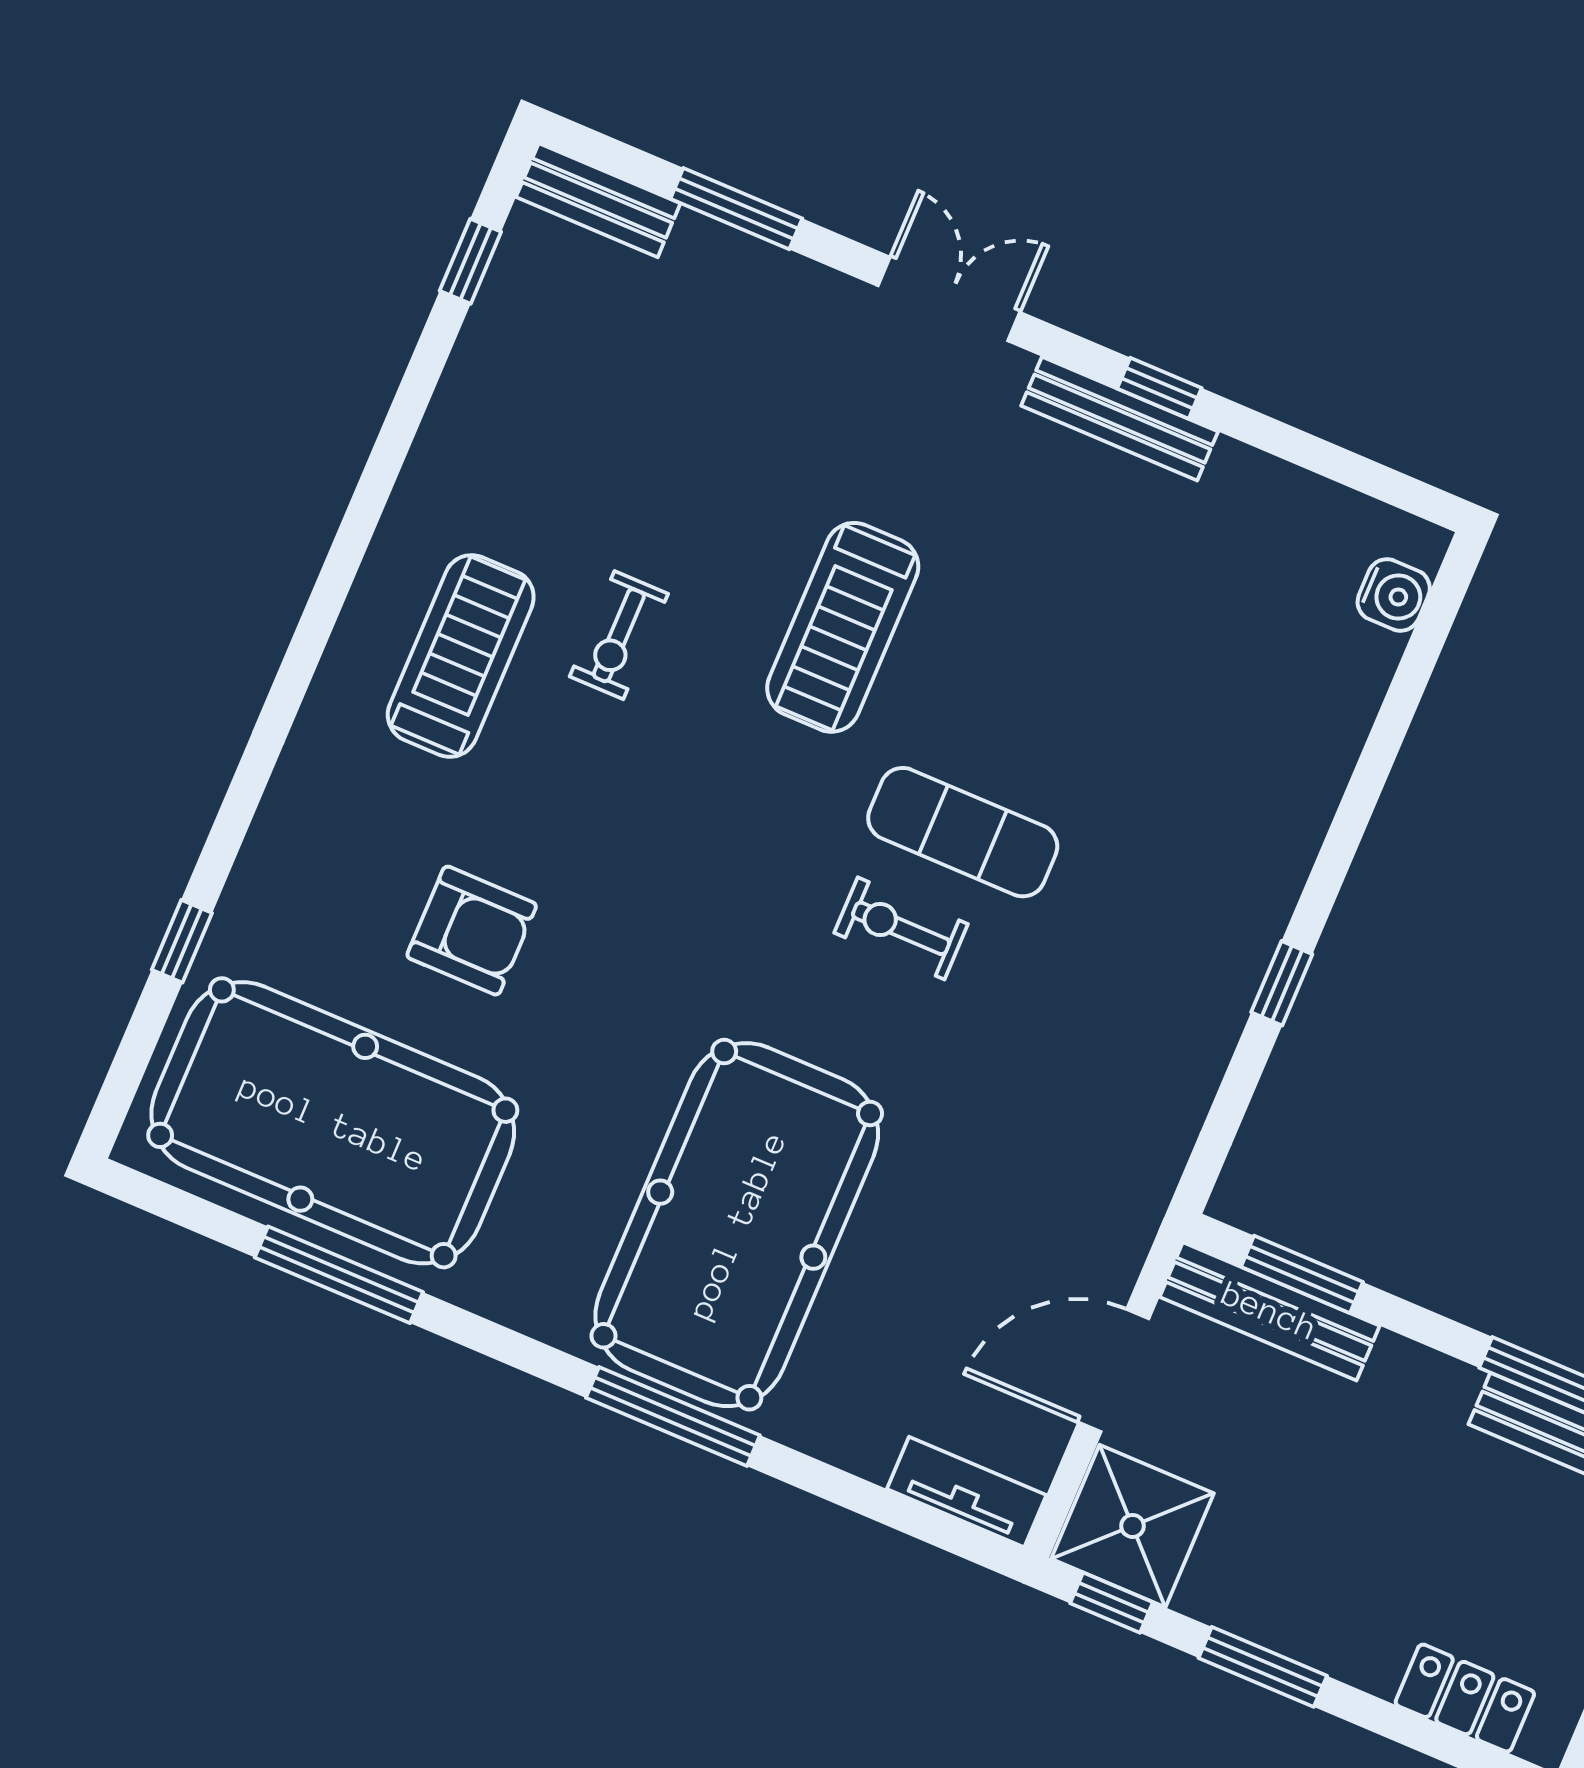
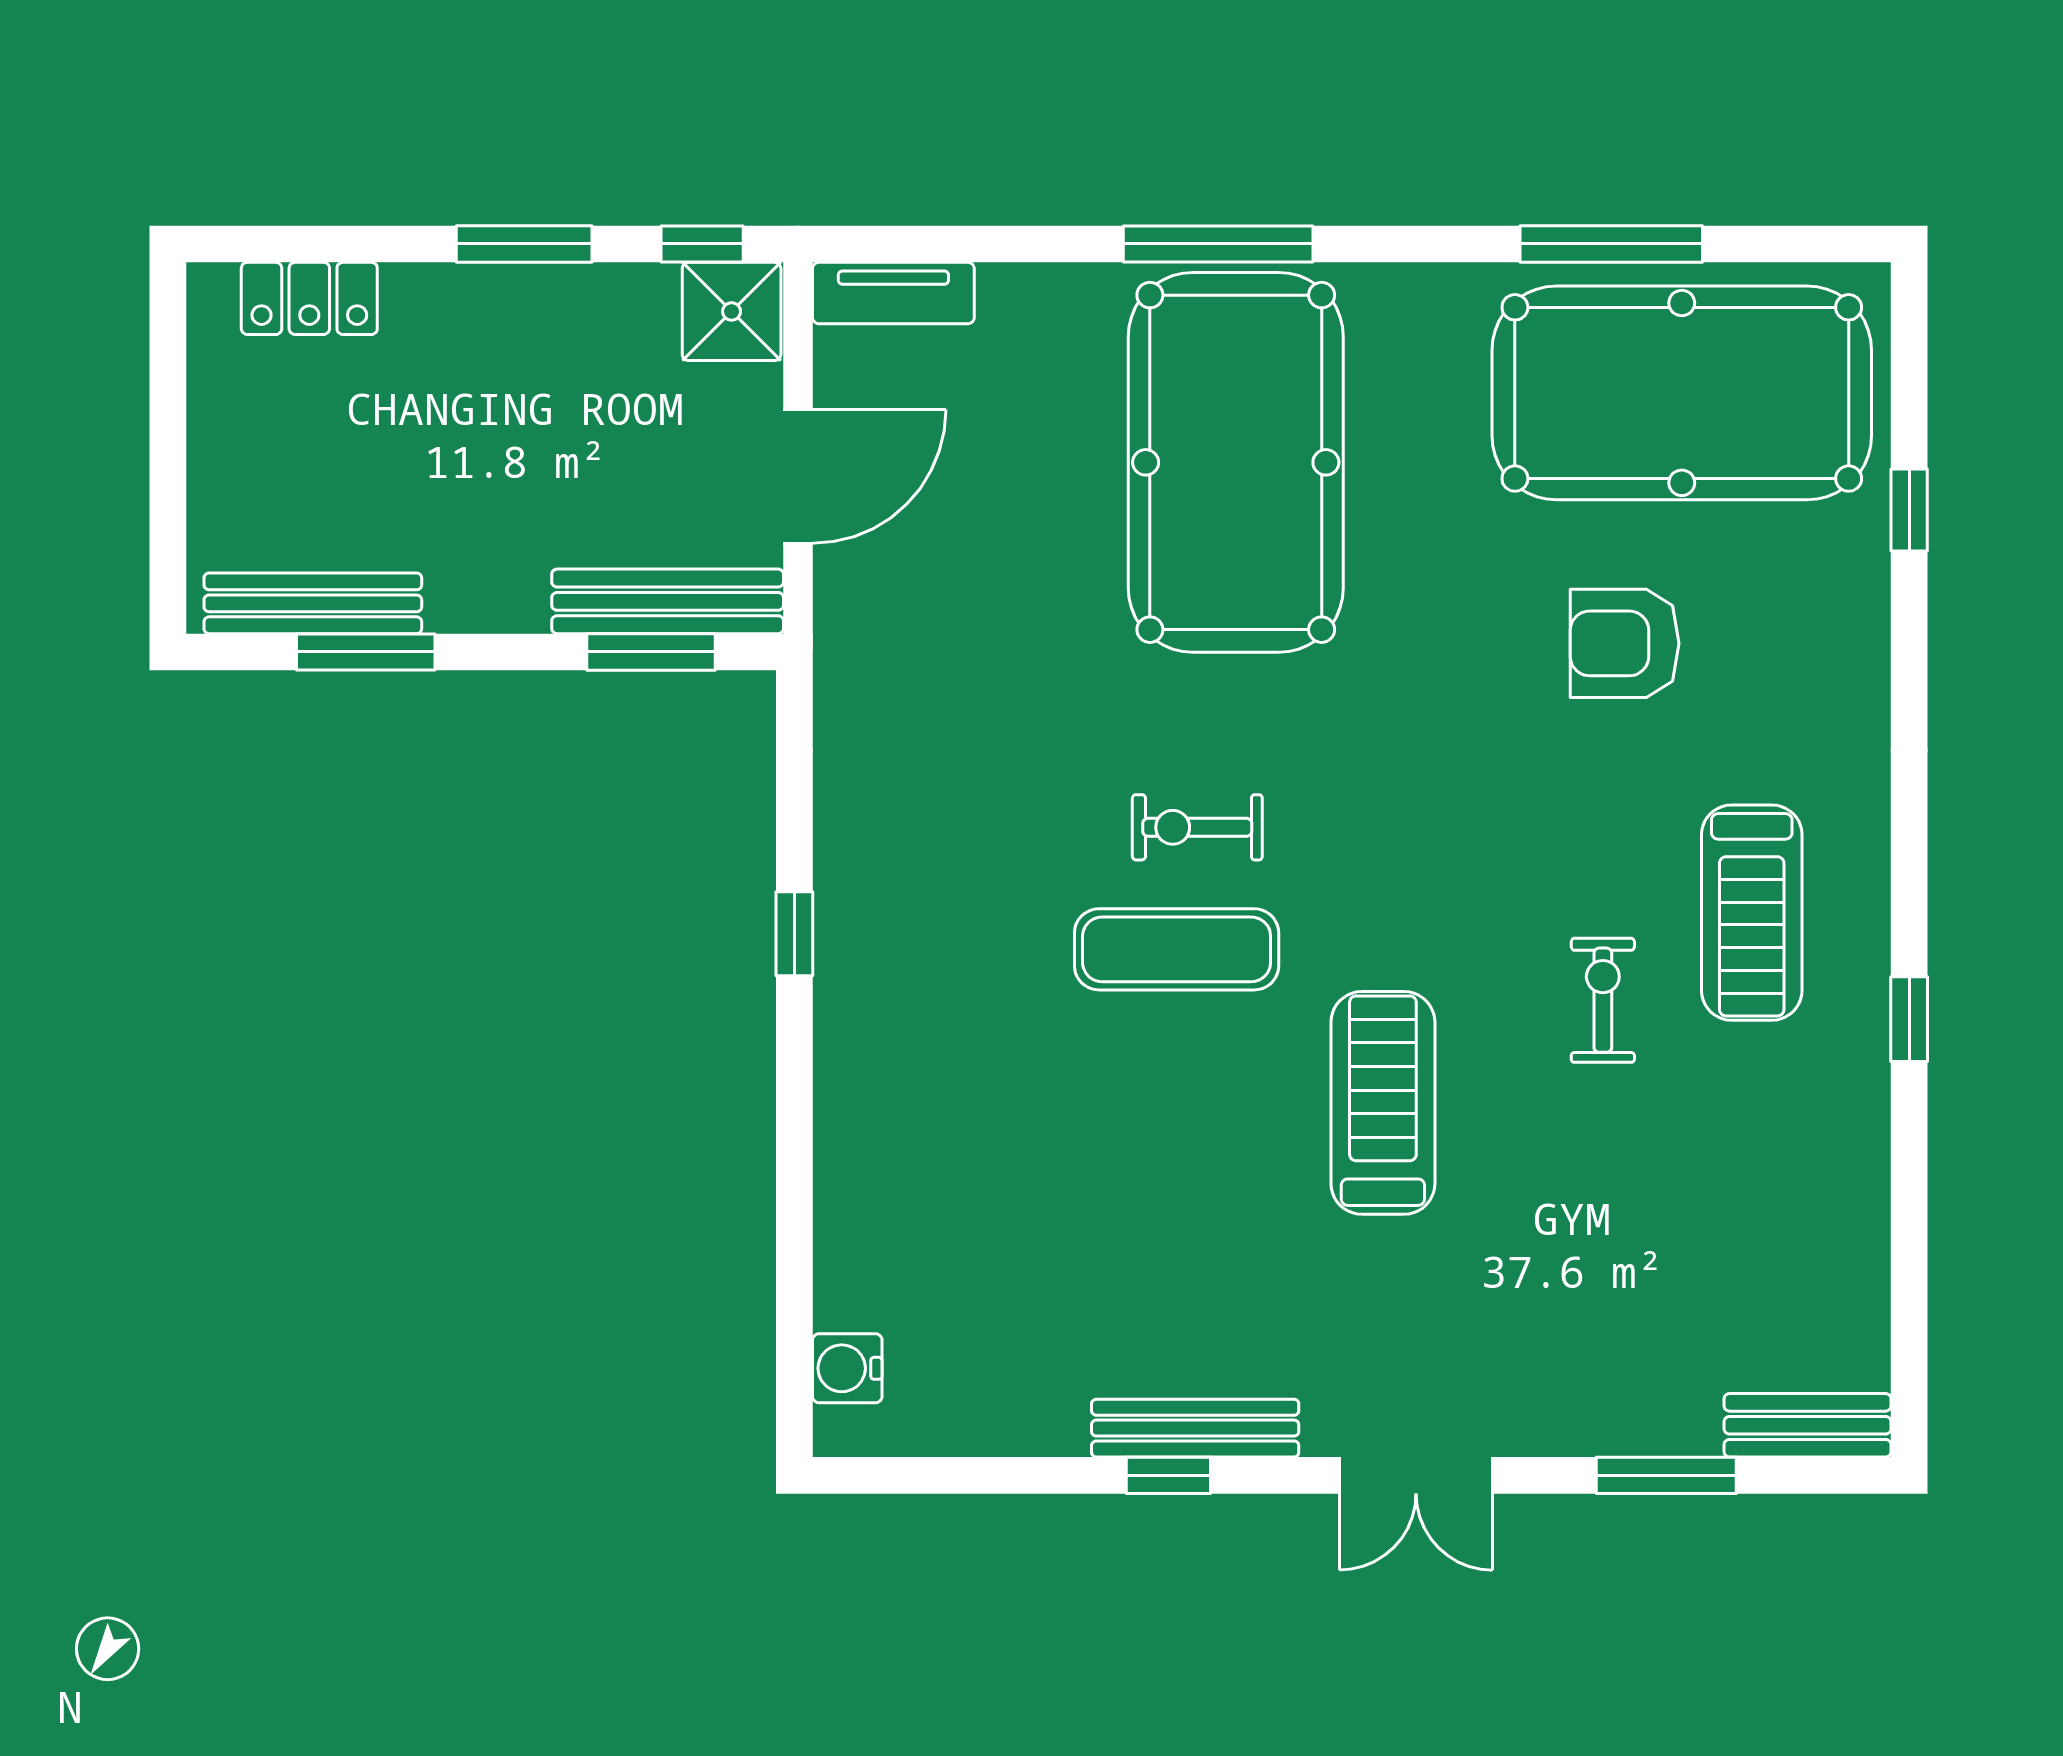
window: (470, 261) -> (1909, 1019), moved
exercise bike: (901, 928) -> (1197, 827), turned 180
shower: (1132, 1526) -> (732, 311), width x0.73, depth x0.73

